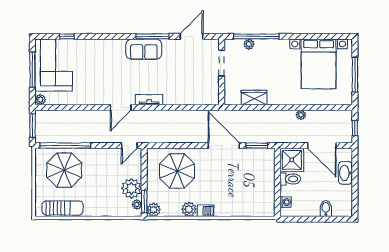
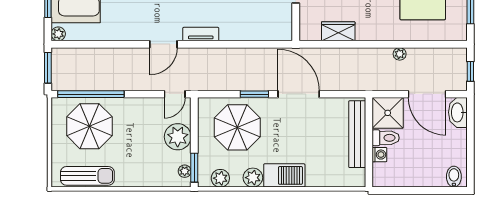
window: (257, 146) -> (254, 94), moved
washbasin: (345, 173) -> (458, 112), moved
bench: (269, 176) -> (357, 134), added
plant: (132, 188) -> (178, 137), moved
washing machine: (286, 202) -> (379, 155), moved
bidet: (326, 209) -> (454, 177), moved
plant: (154, 210) -> (220, 178), moved
barbecue: (206, 211) -> (284, 175), width x1.88, depth x1.53

